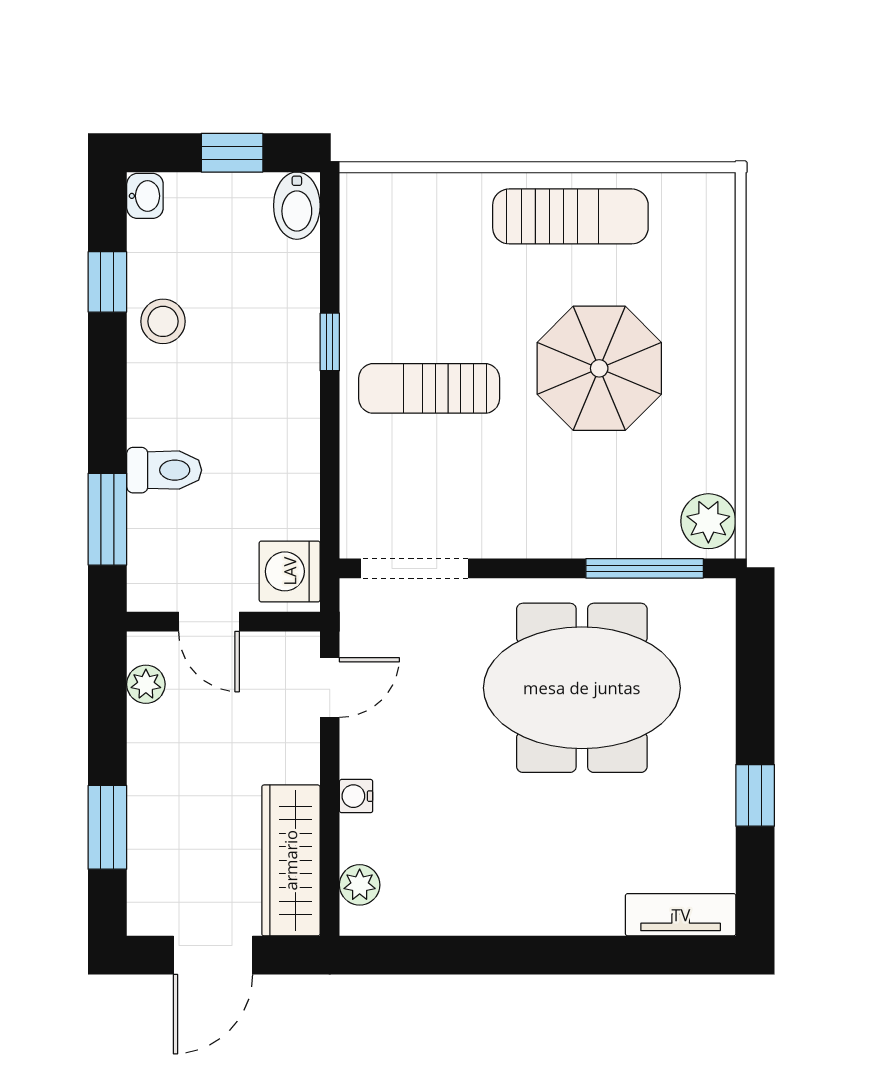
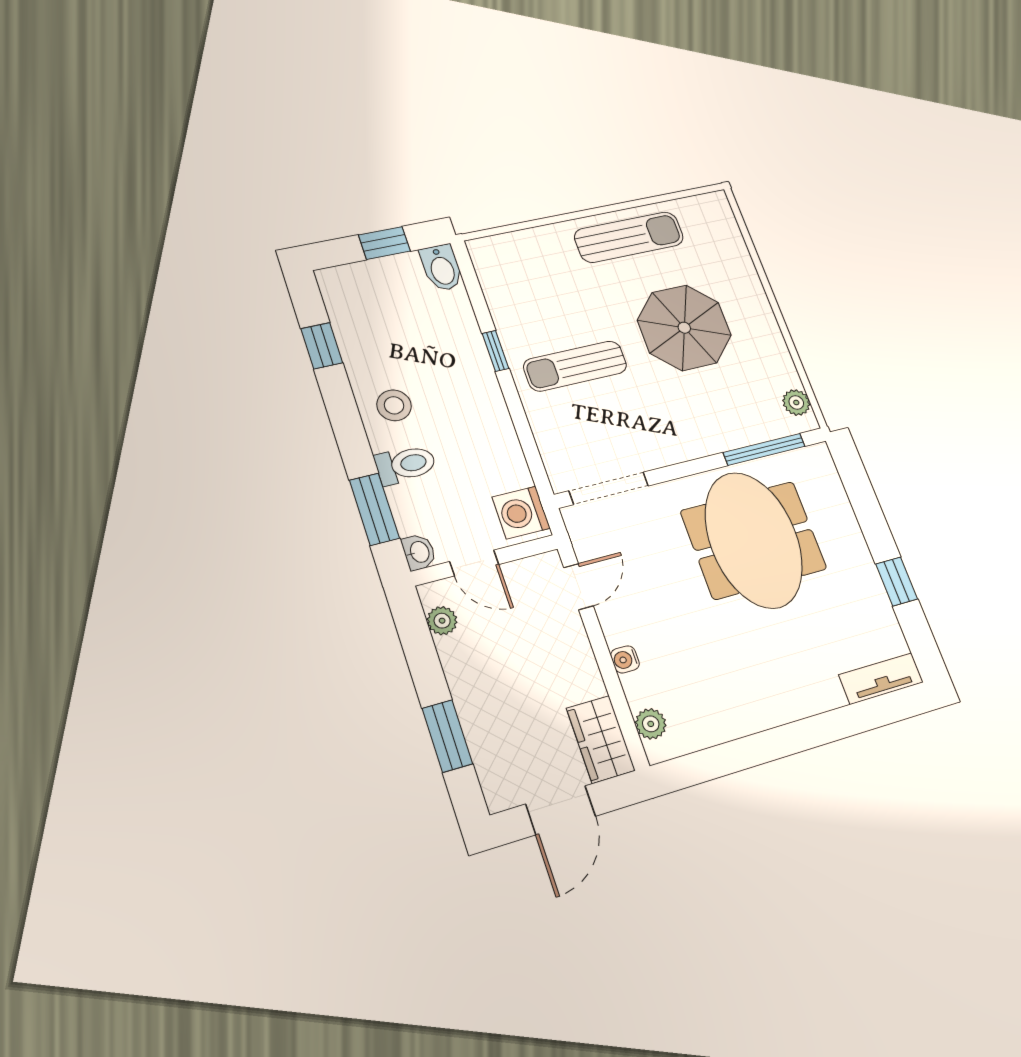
washbasin: (145, 196) -> (419, 552), moved
stool: (163, 321) -> (394, 405), moved
plant: (708, 521) -> (796, 403), width x0.73, depth x0.73
meeting table: (582, 688) -> (754, 540), turned 90
wardrobe: (291, 860) -> (601, 739), width x0.67

